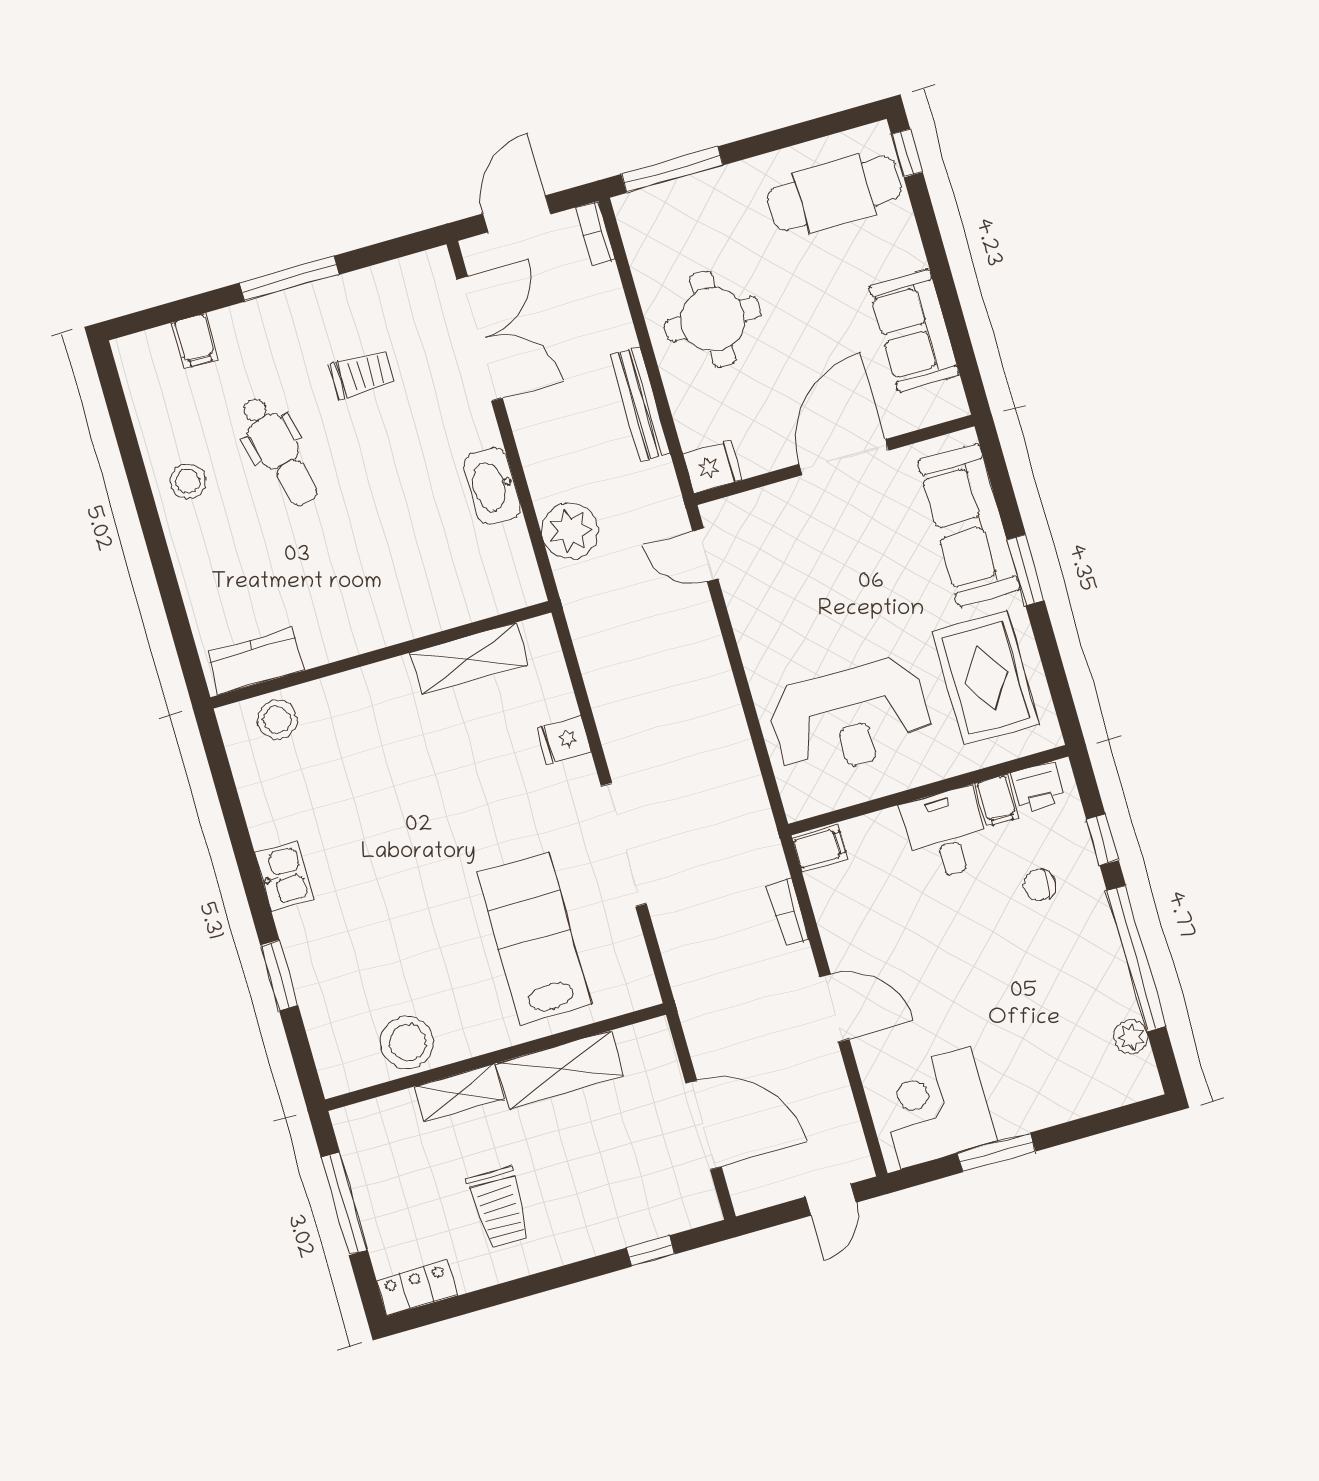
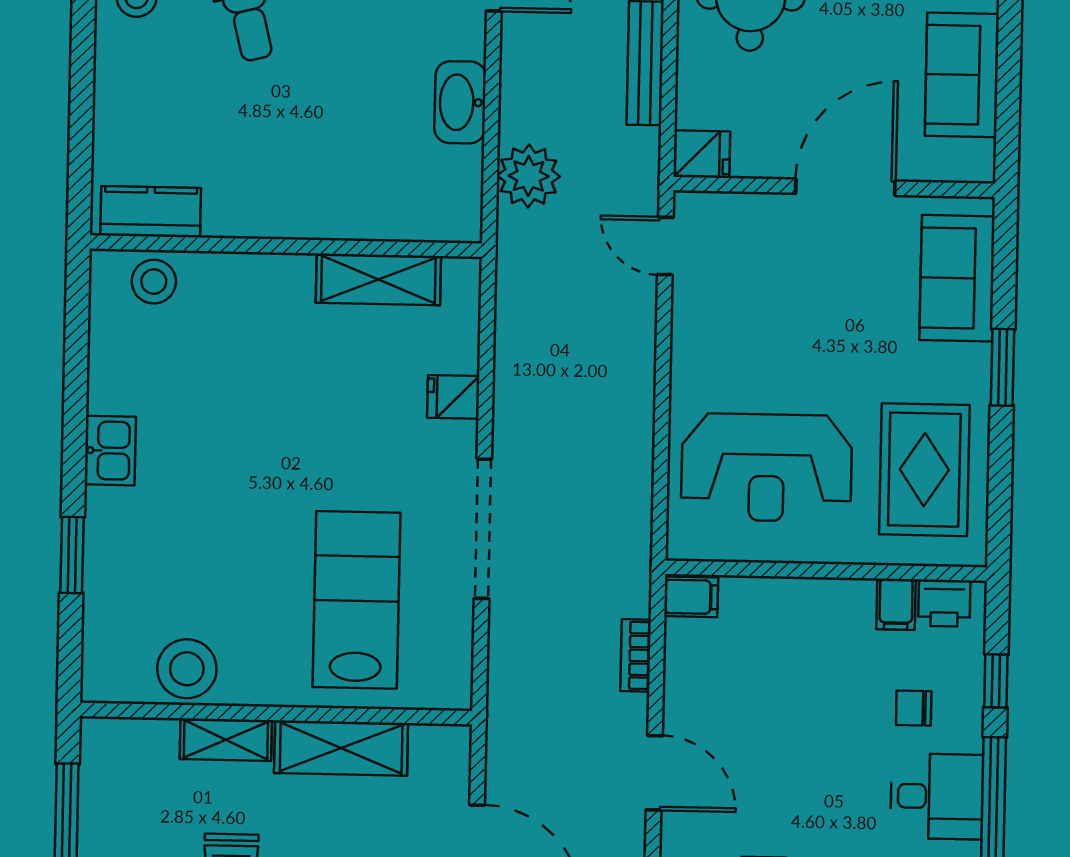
sofa: (969, 525) -> (957, 278), width x0.73
desk: (946, 834) -> (937, 796), moved, turned 90

